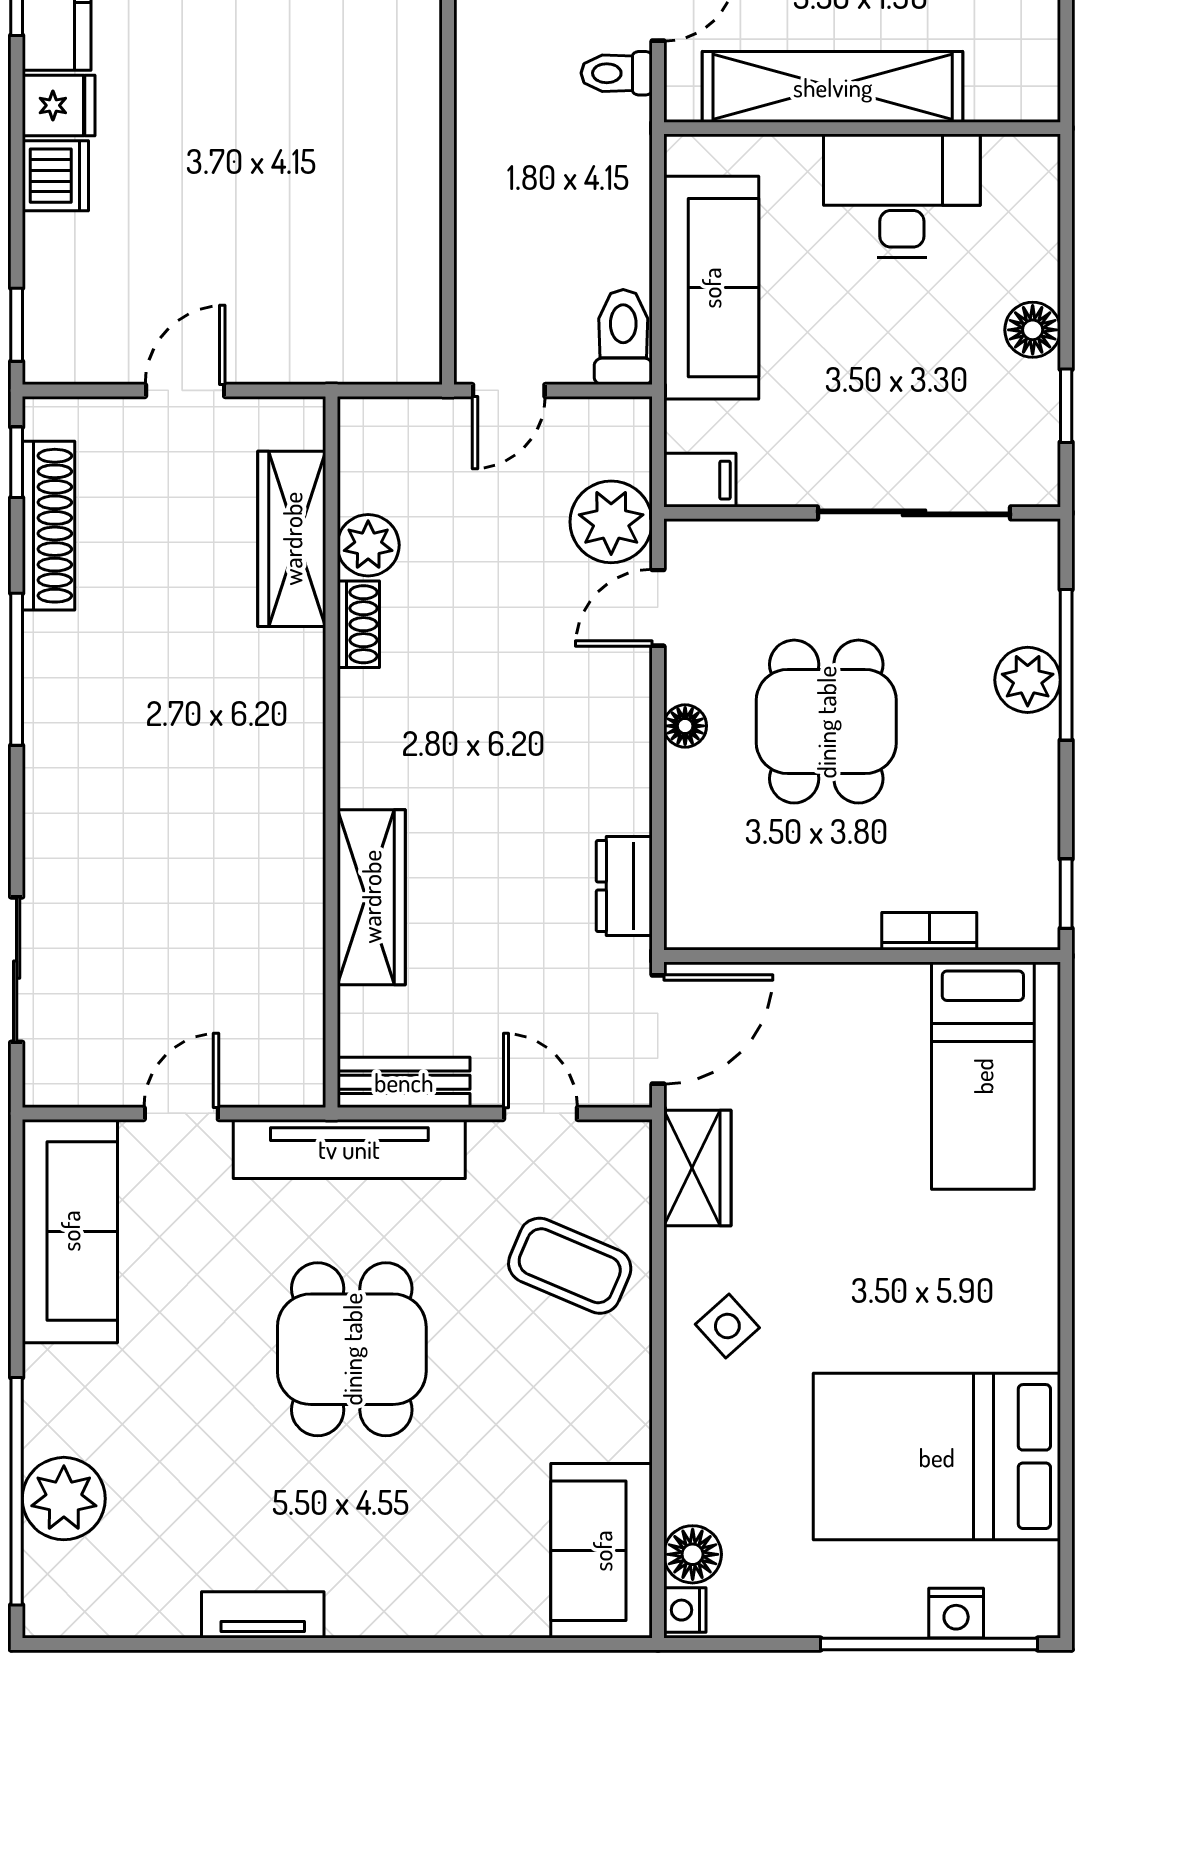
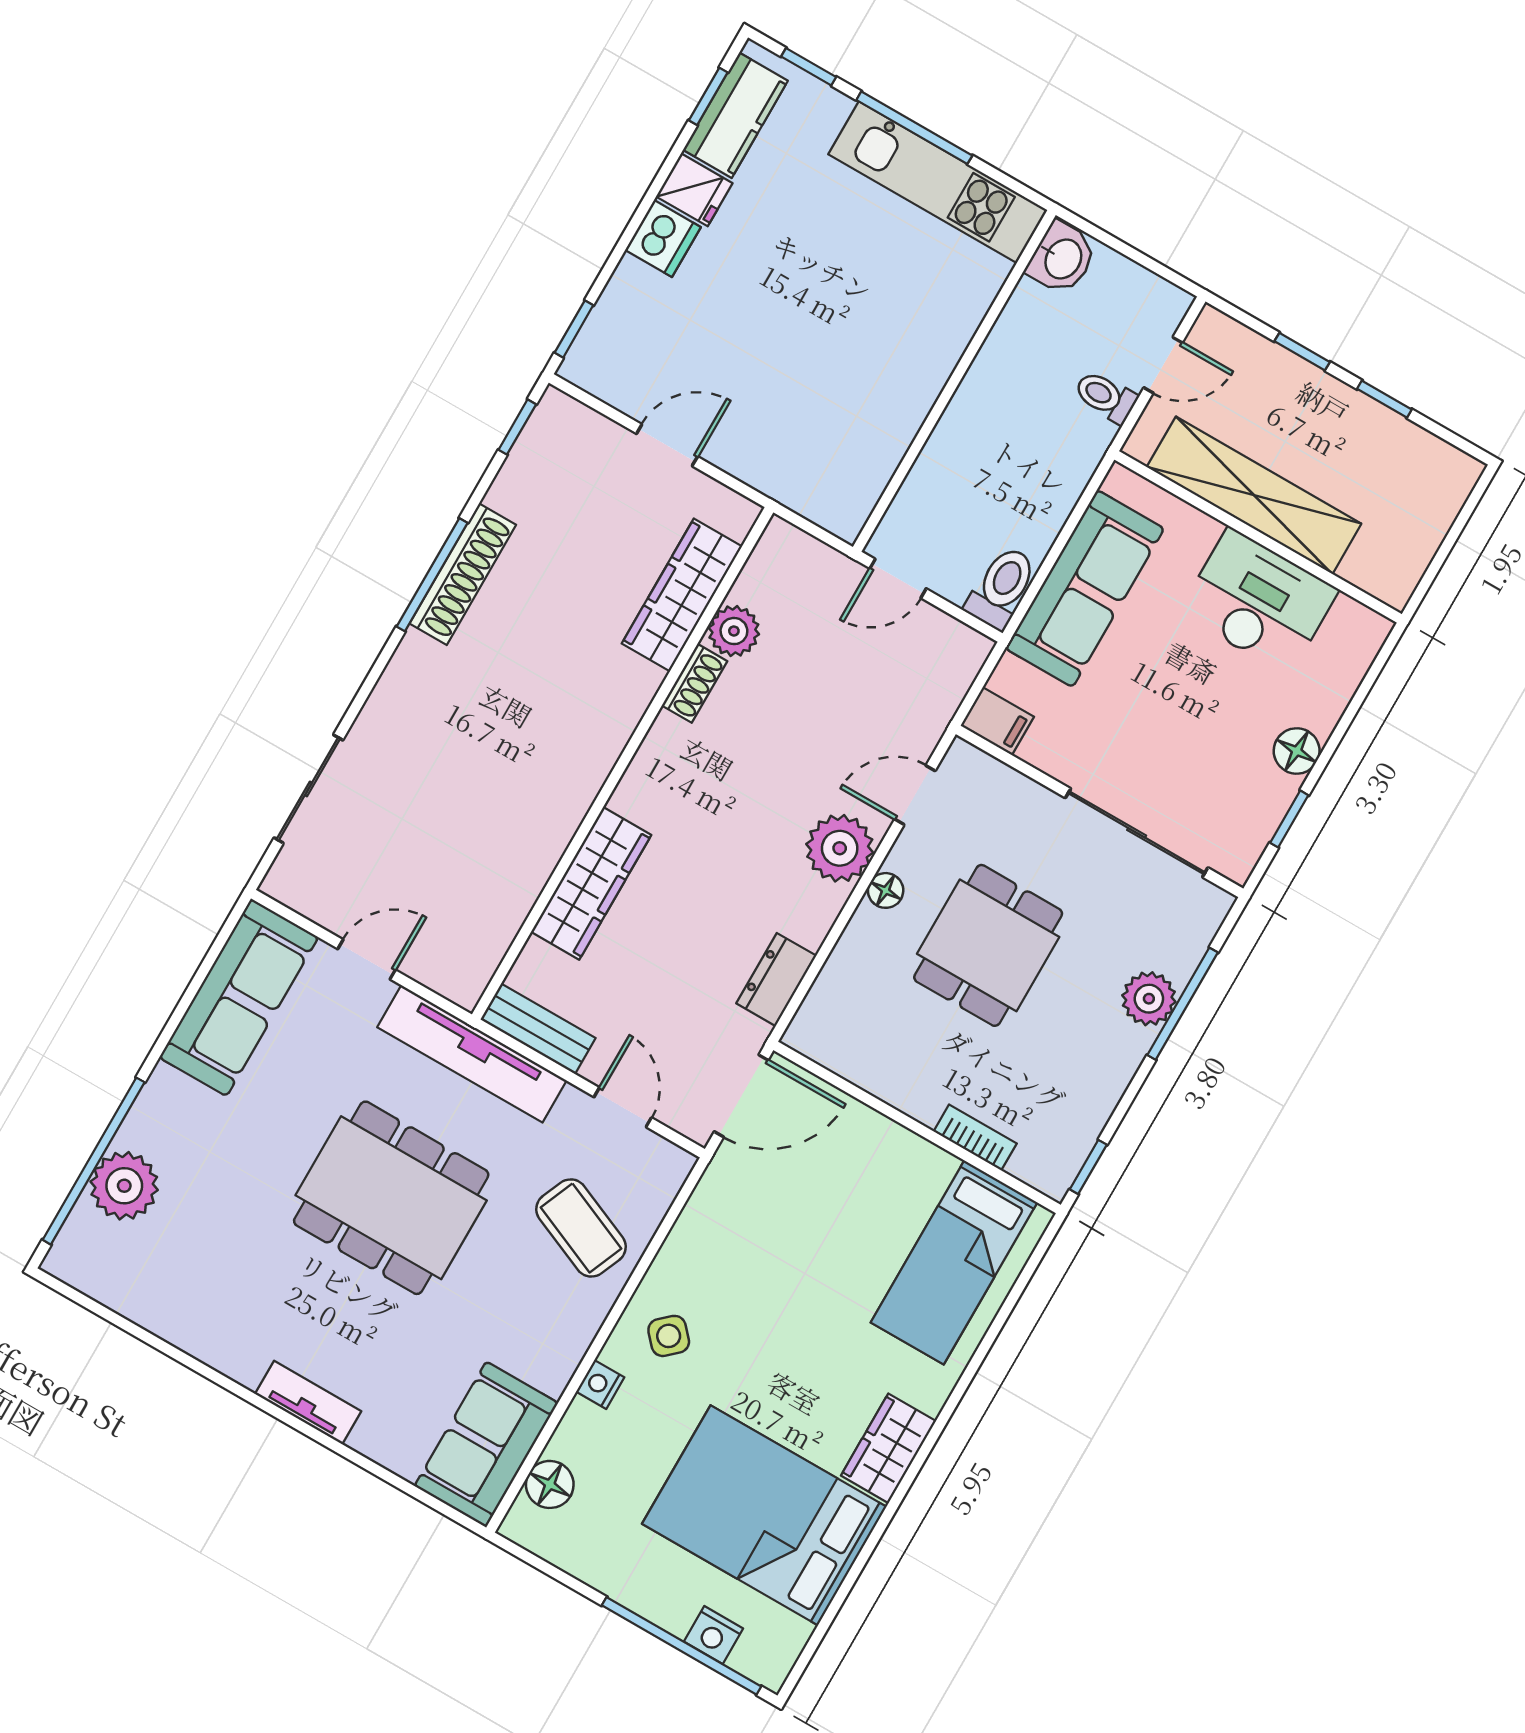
plant: (611, 522) -> (840, 848), moved
shoe rack: (49, 526) -> (463, 574), moved
wardrobe: (697, 1168) -> (888, 1448), moved, turned 180
dining table: (352, 1349) -> (391, 1198), width x1.38
nightstand: (685, 1610) -> (600, 1384), moved
tv unit: (263, 1615) -> (308, 1403), moved

